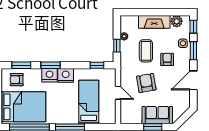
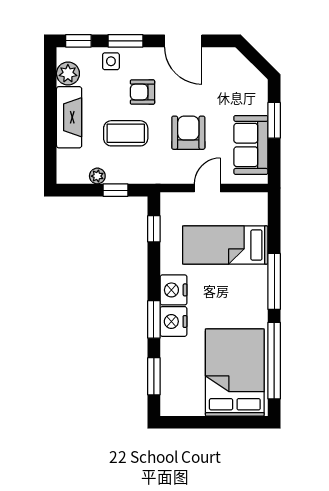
armchair: (17, 80) -> (182, 386), removed
armchair: (146, 83) -> (188, 133), turned 100
sofa: (157, 115) -> (251, 145), moved

